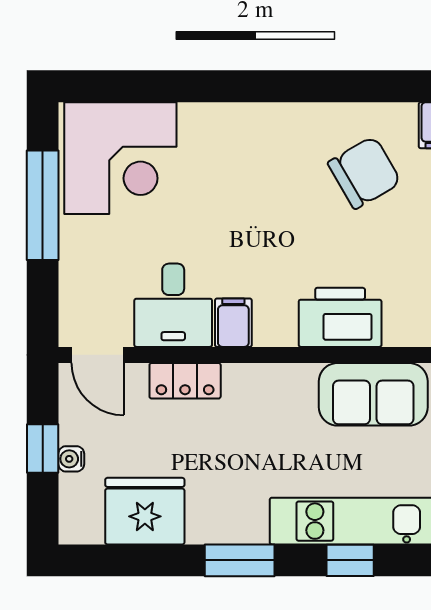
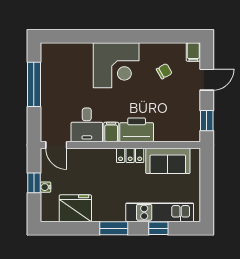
corner desk: (120, 158) -> (116, 65), moved
chair: (364, 173) -> (164, 71), width x0.54, depth x0.54
printer: (340, 317) -> (137, 130), moved
locker: (185, 381) -> (130, 155), moved

